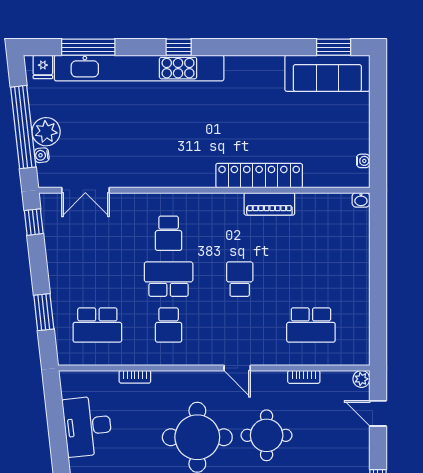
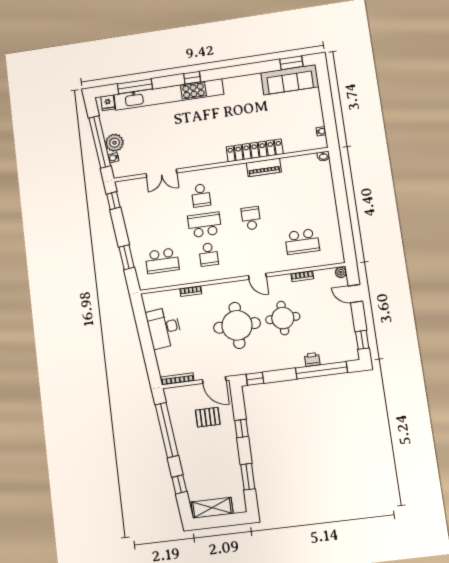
double door: (85, 190) -> (161, 173), moved

